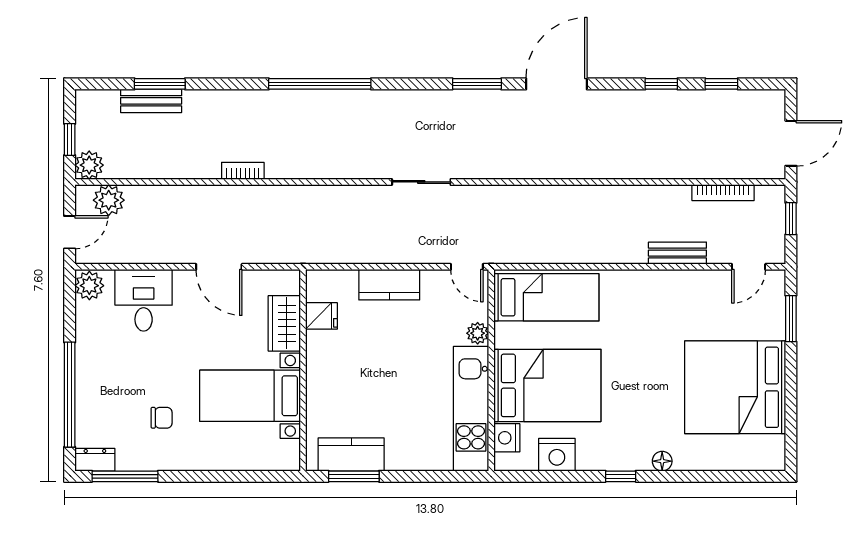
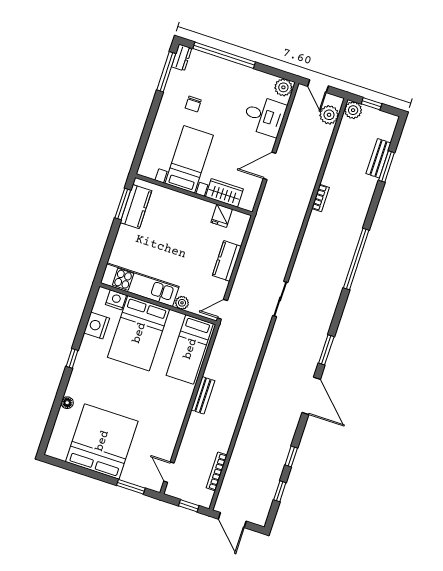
bench: (677, 253) -> (203, 395), moved
floor lamp: (662, 461) -> (67, 403), moved

